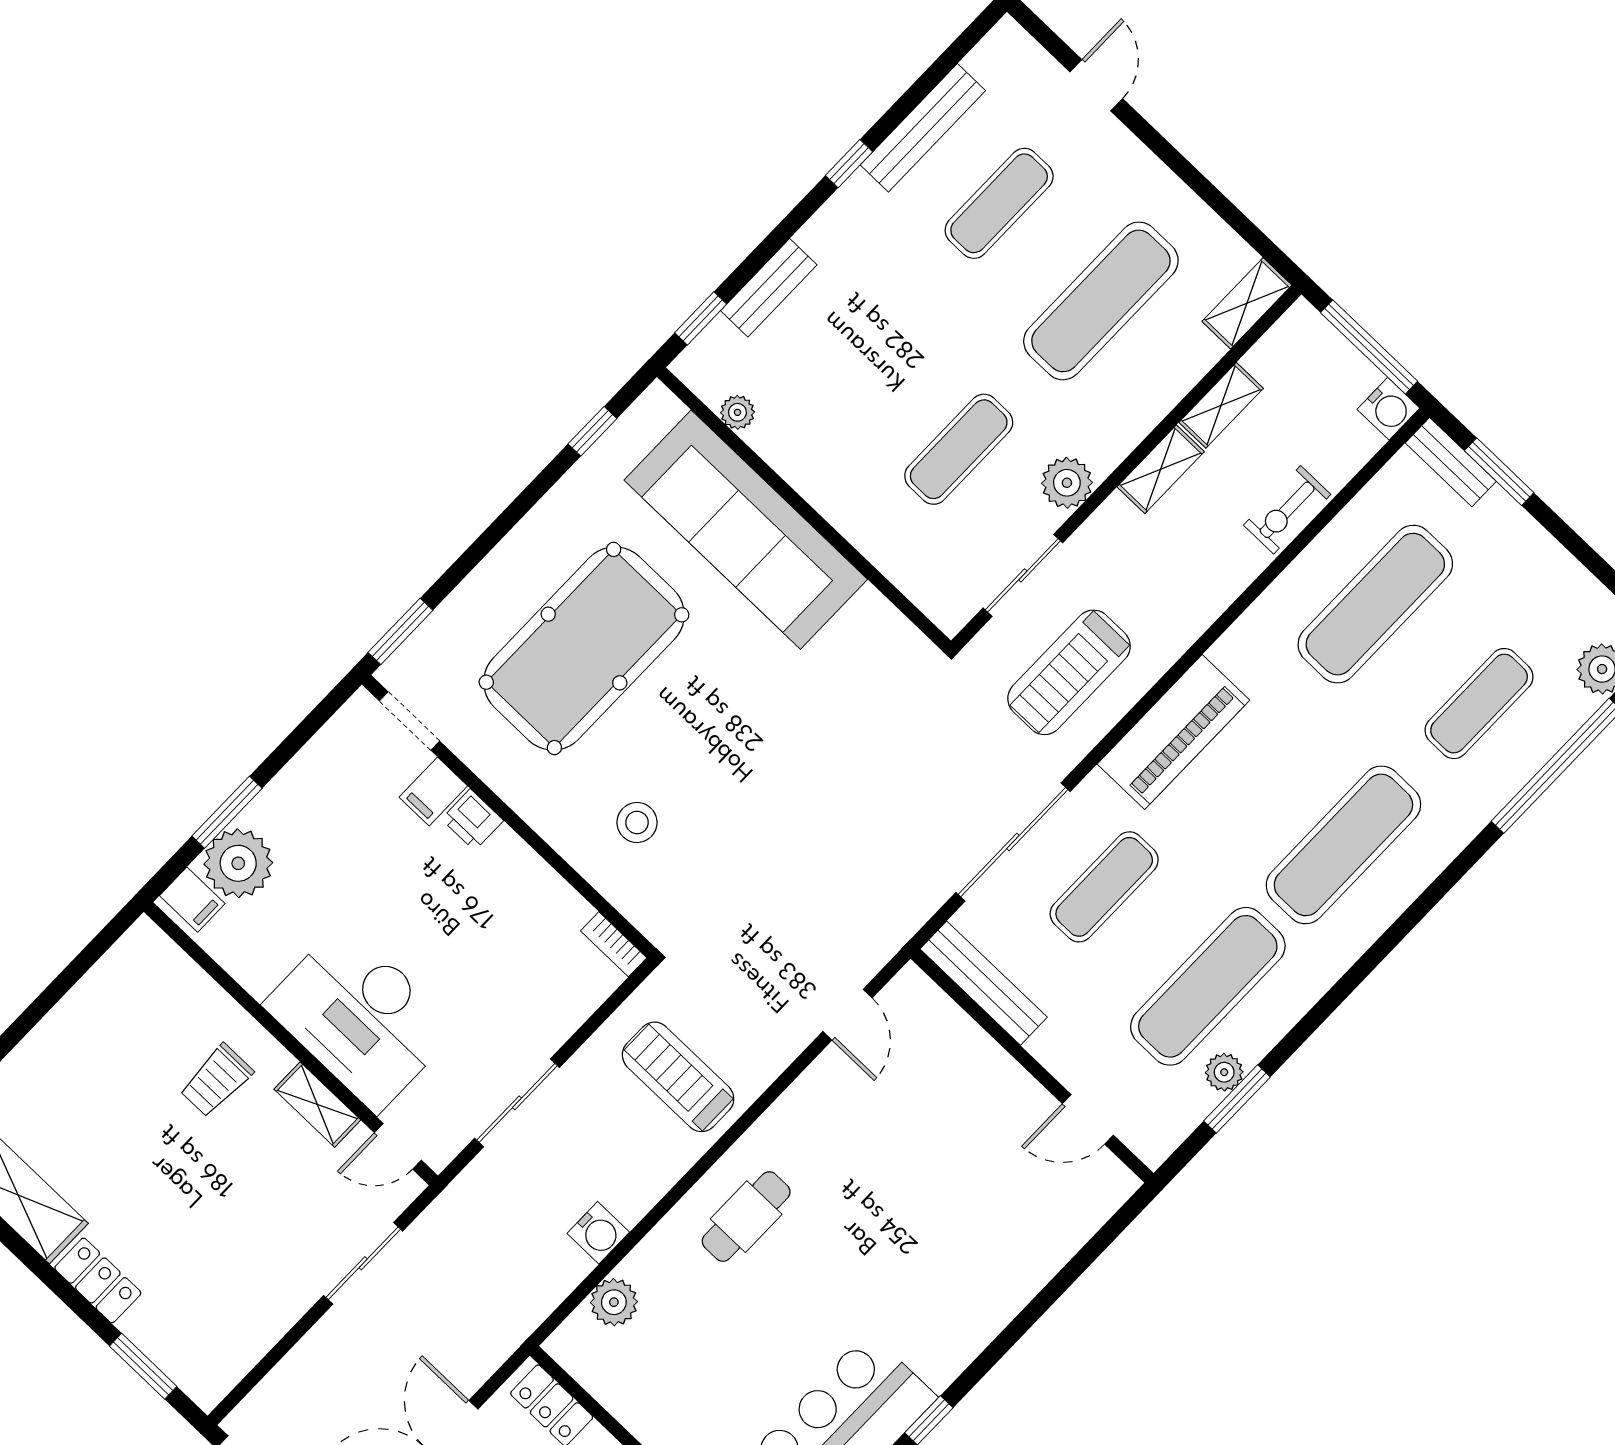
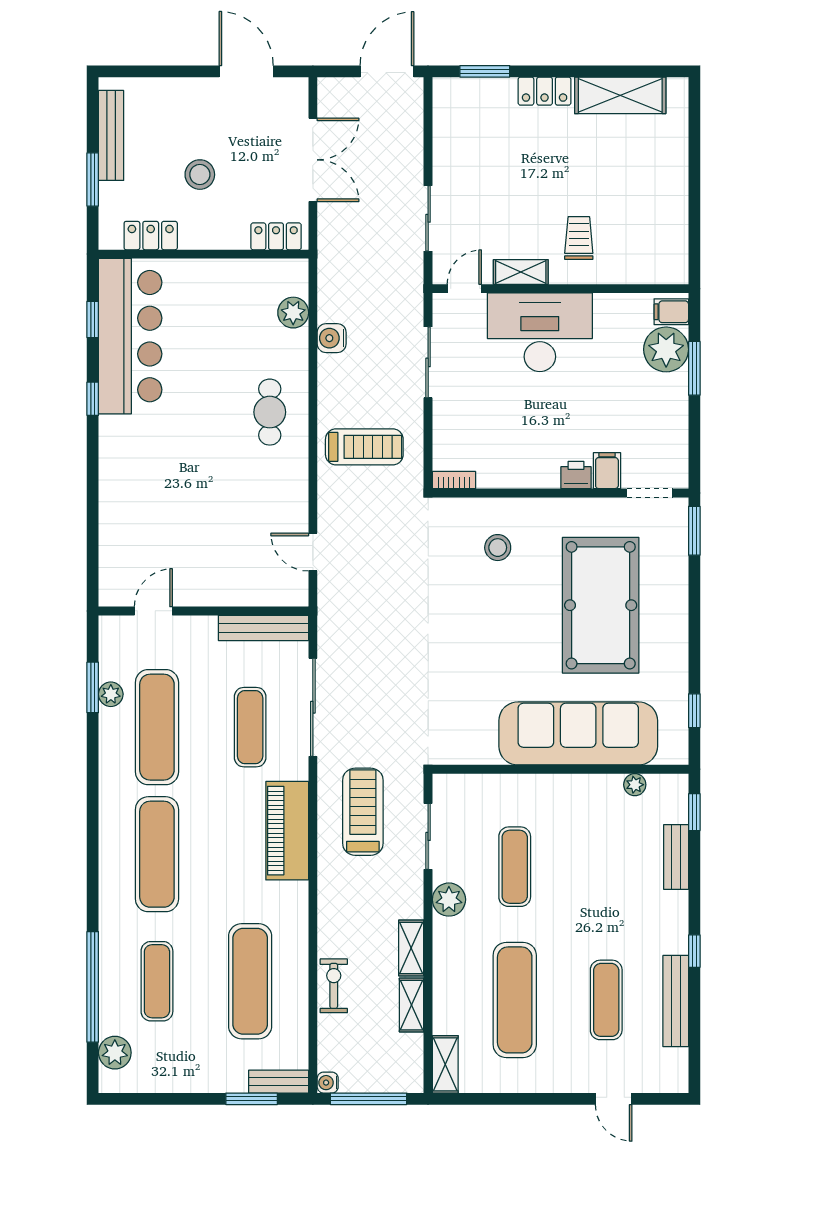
water cooler: (1388, 409) -> (328, 1083), width x0.72, depth x0.72

